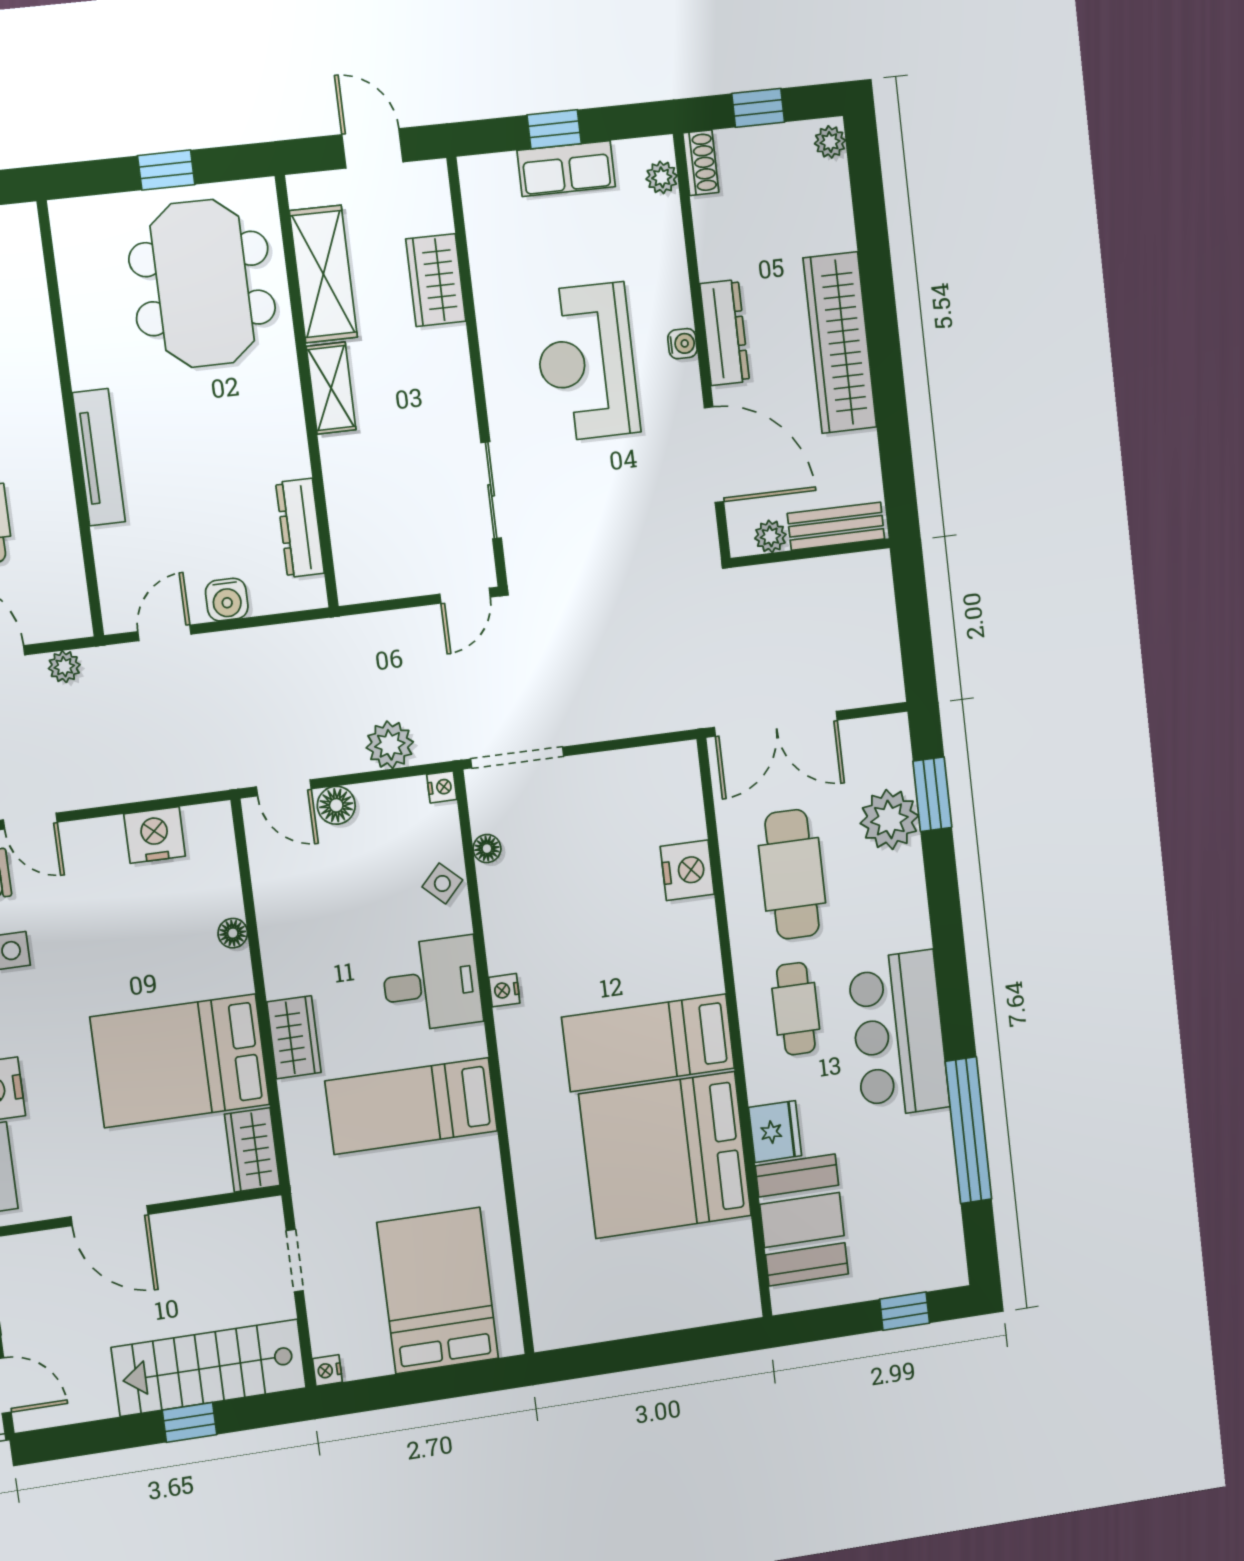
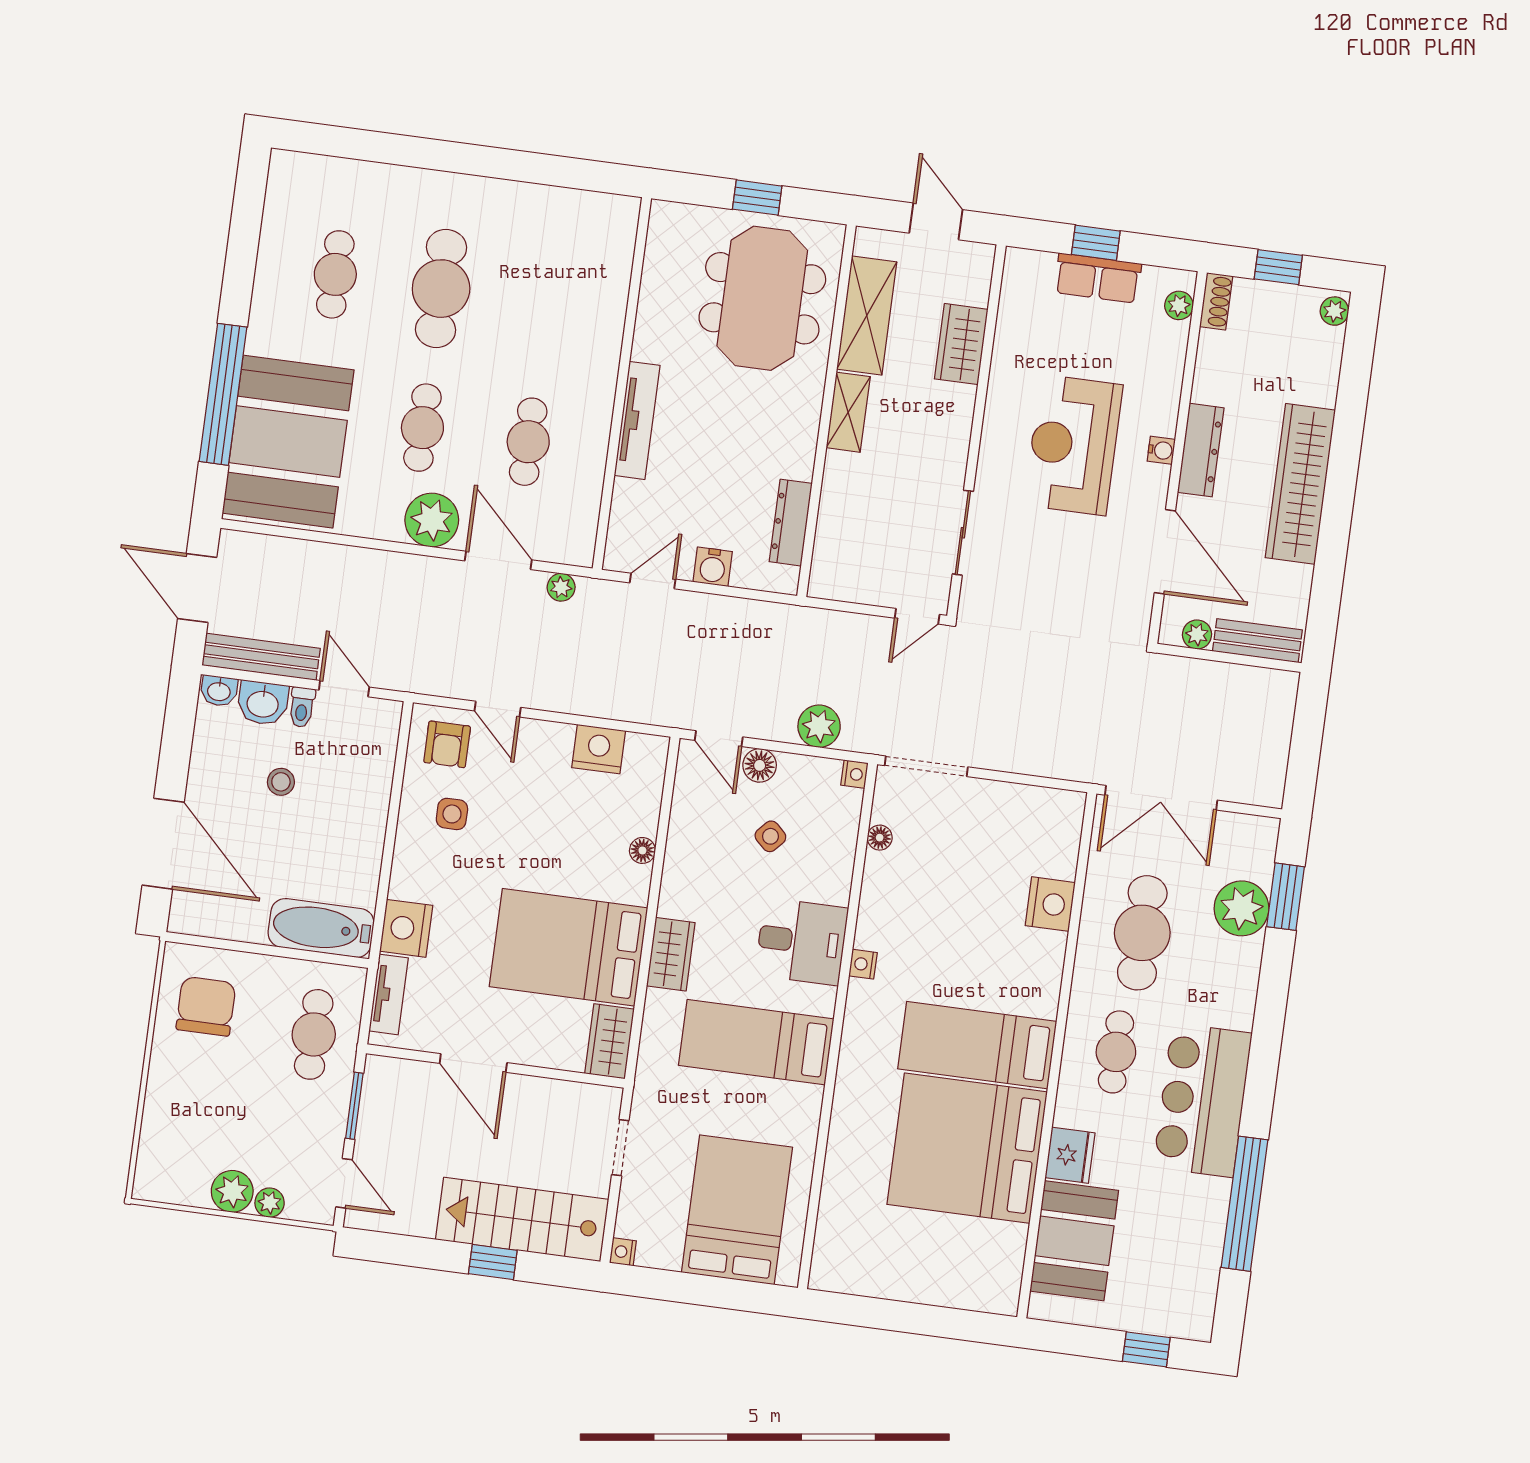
side table: (442, 883) -> (770, 836), moved

